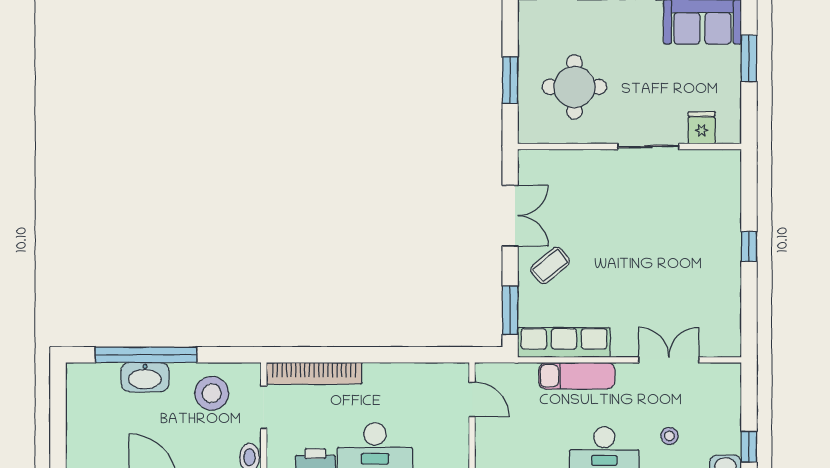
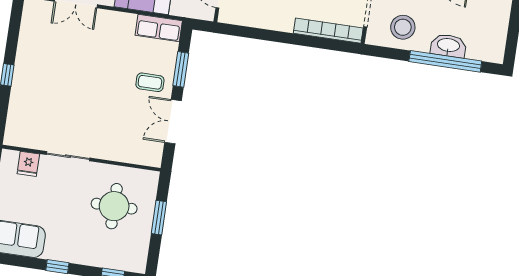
coffee table: (550, 265) -> (150, 82), turned 39
window: (510, 310) -> (181, 69), moved
row of seats: (564, 342) -> (159, 28), width x0.68

